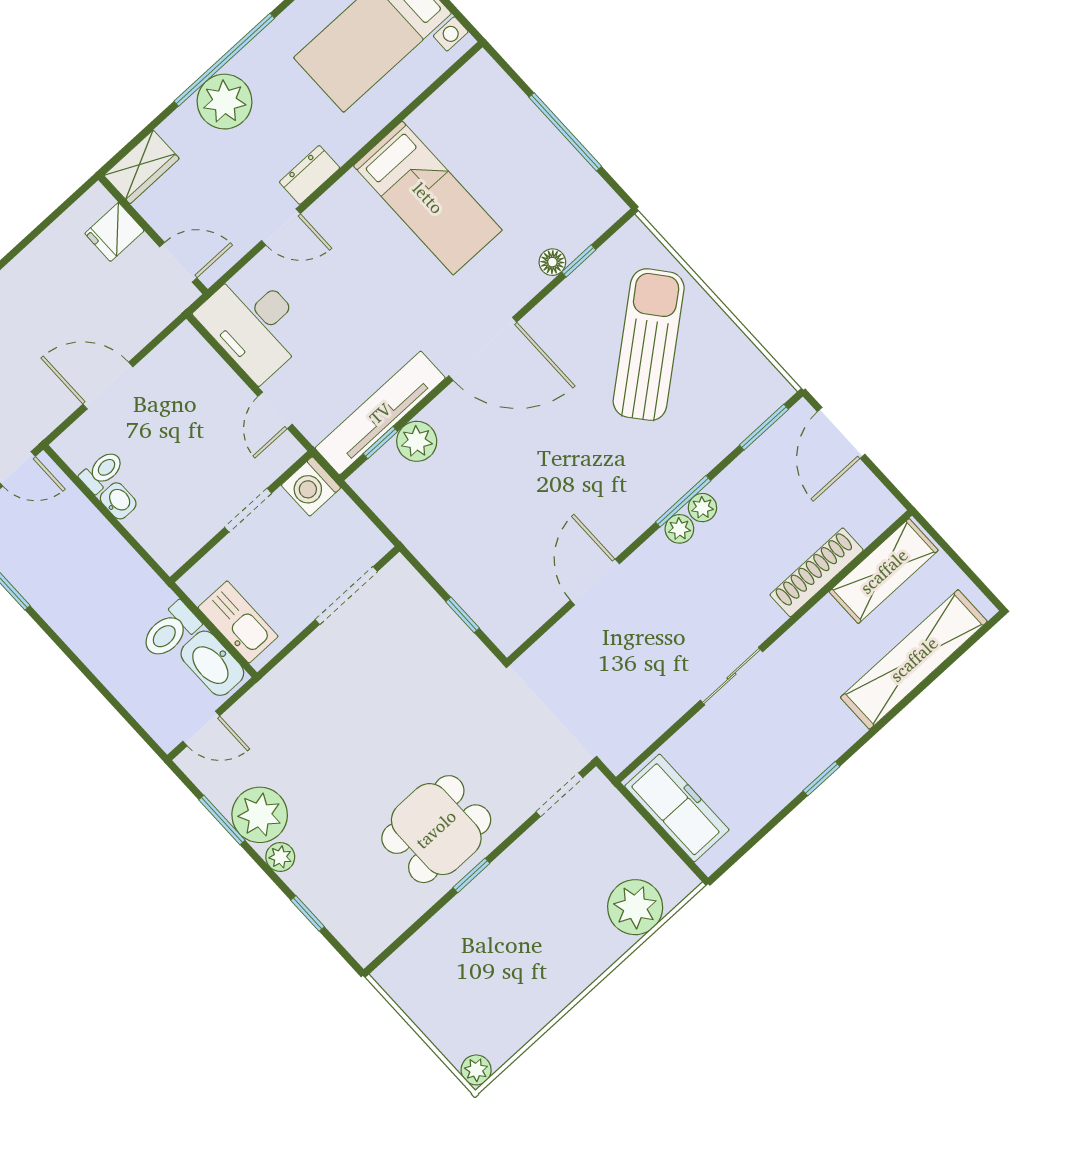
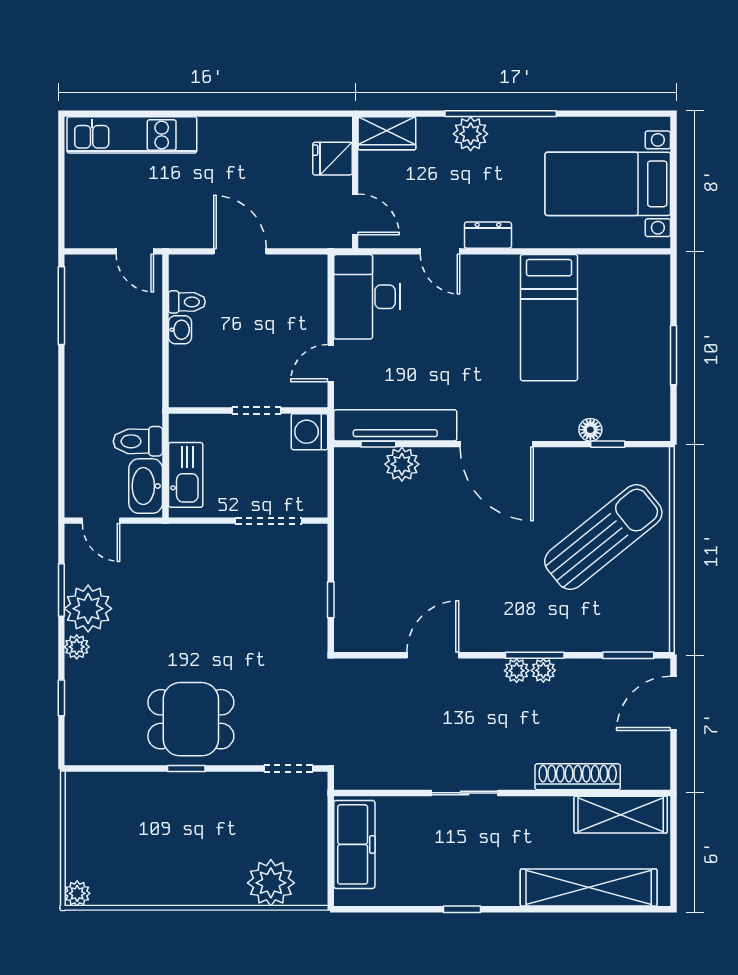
plant: (224, 102) -> (471, 134), width x0.73, depth x0.73
window: (565, 132) -> (673, 355), width x0.69

